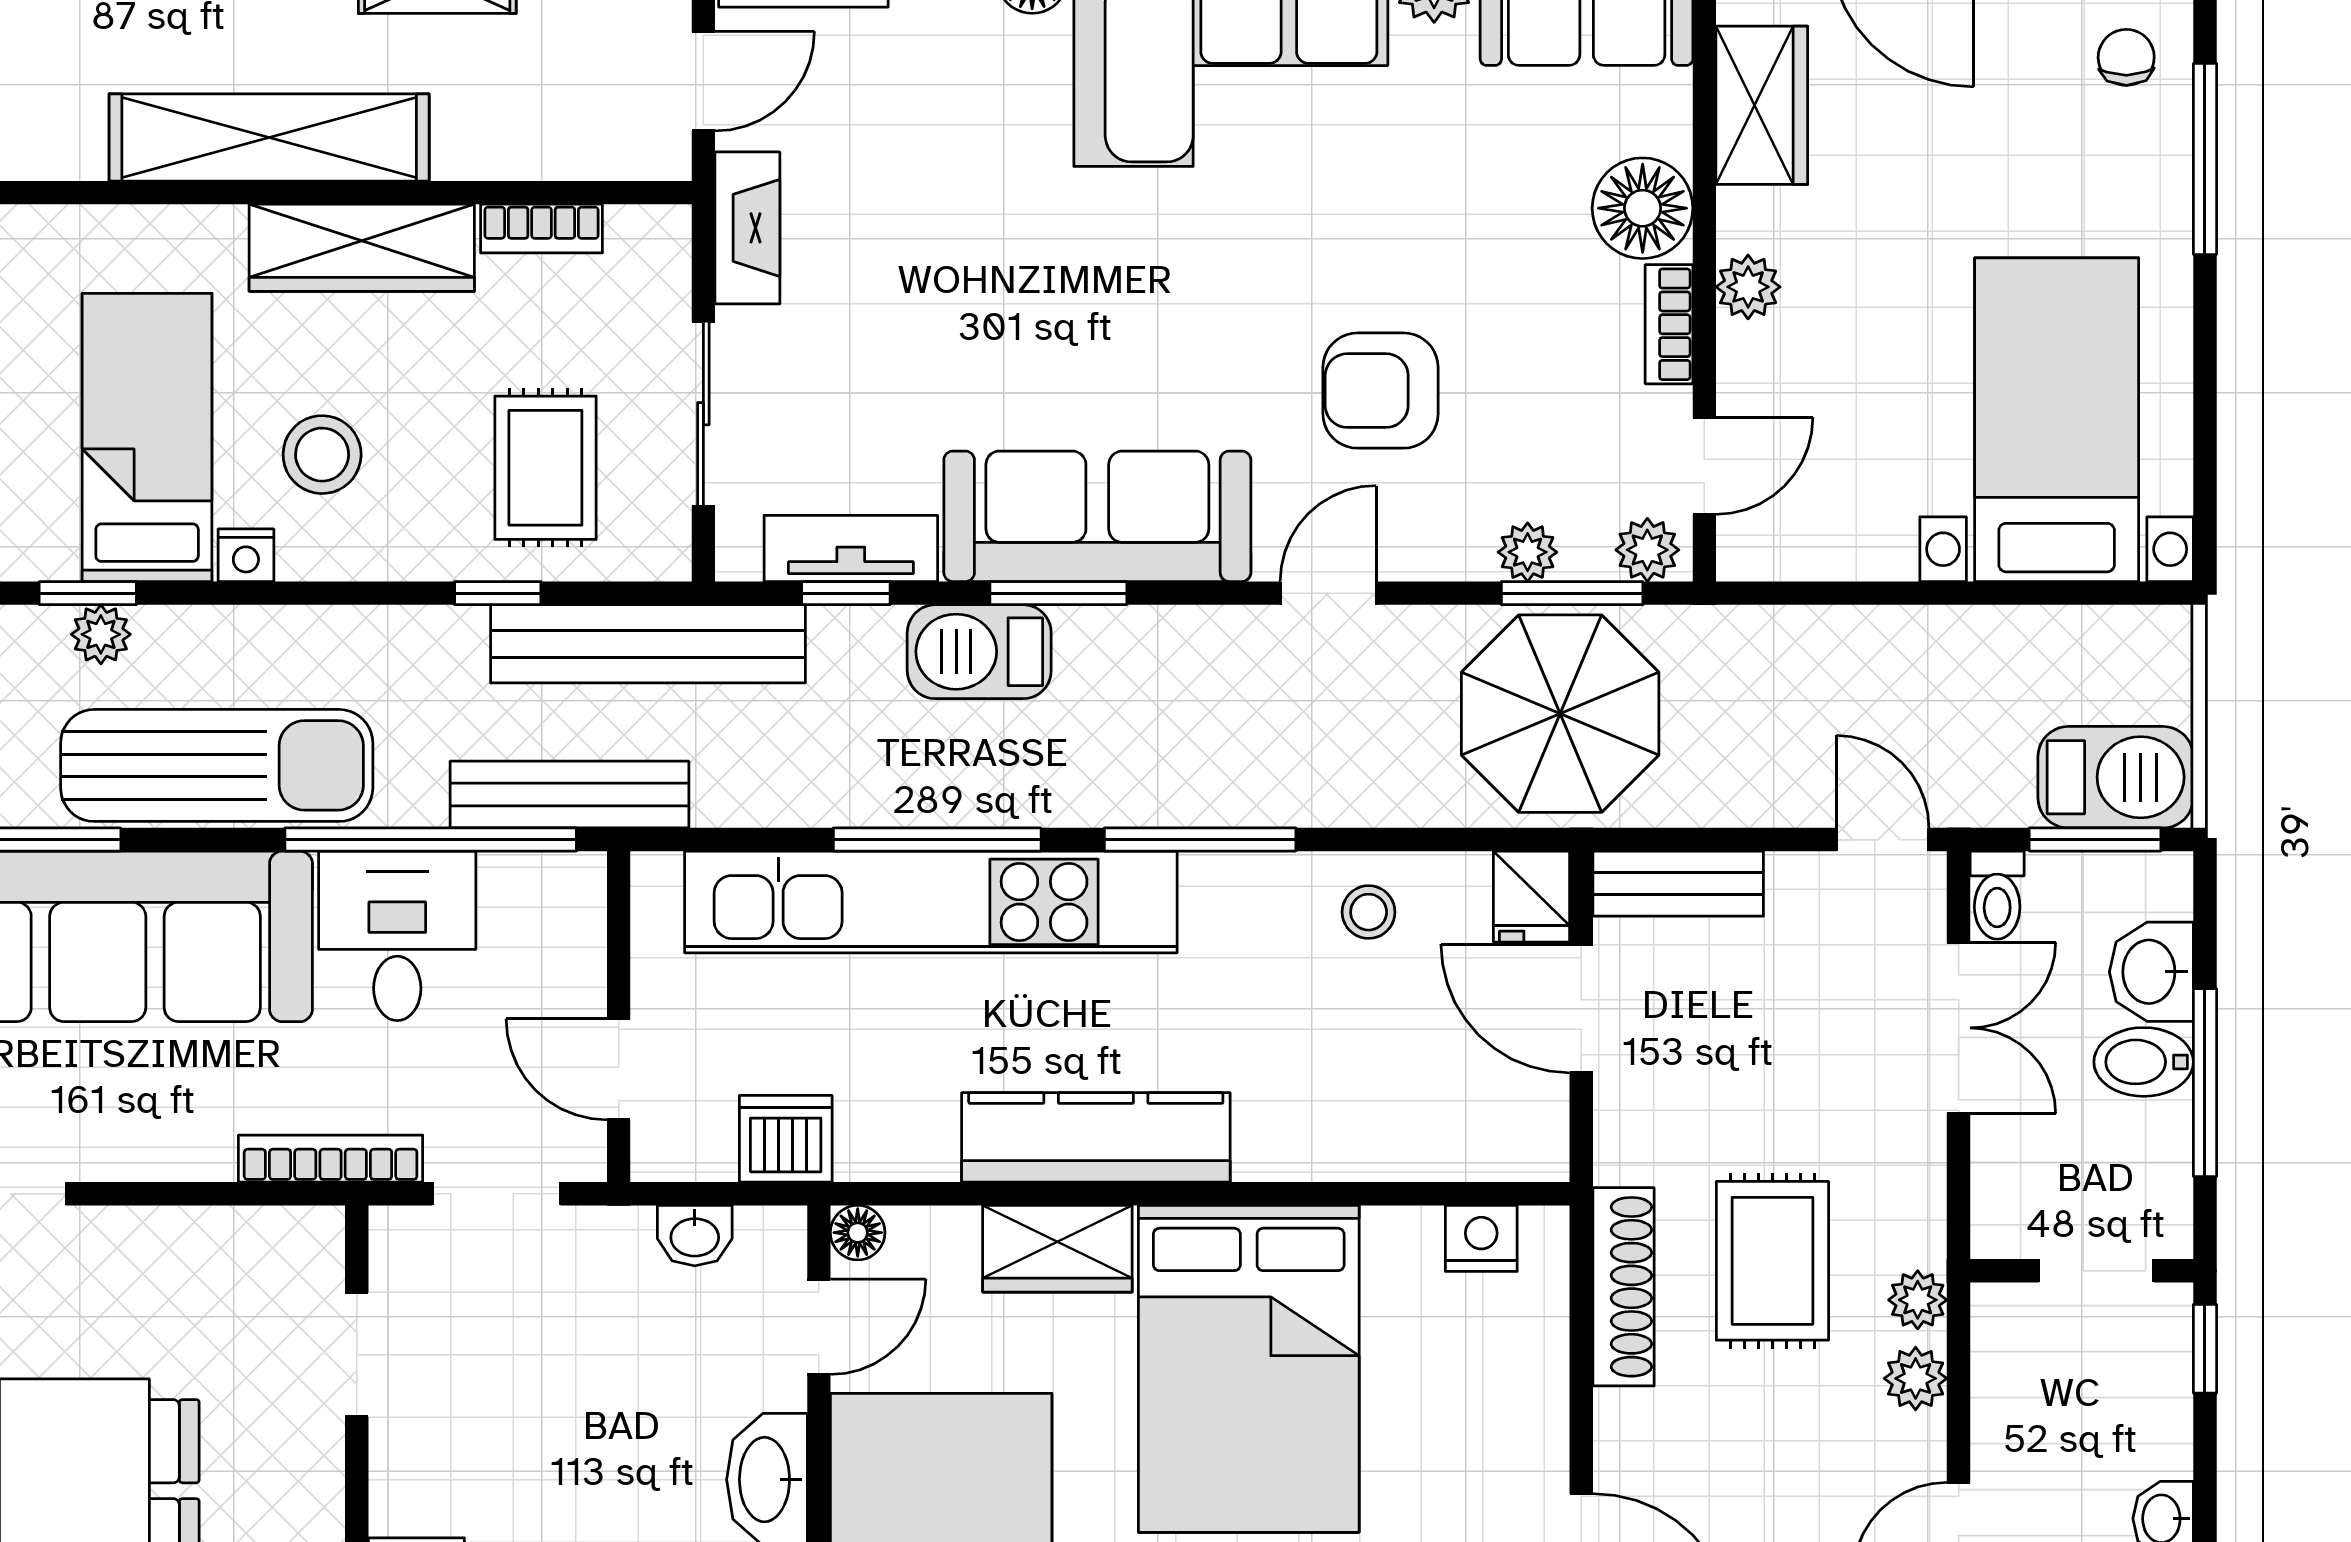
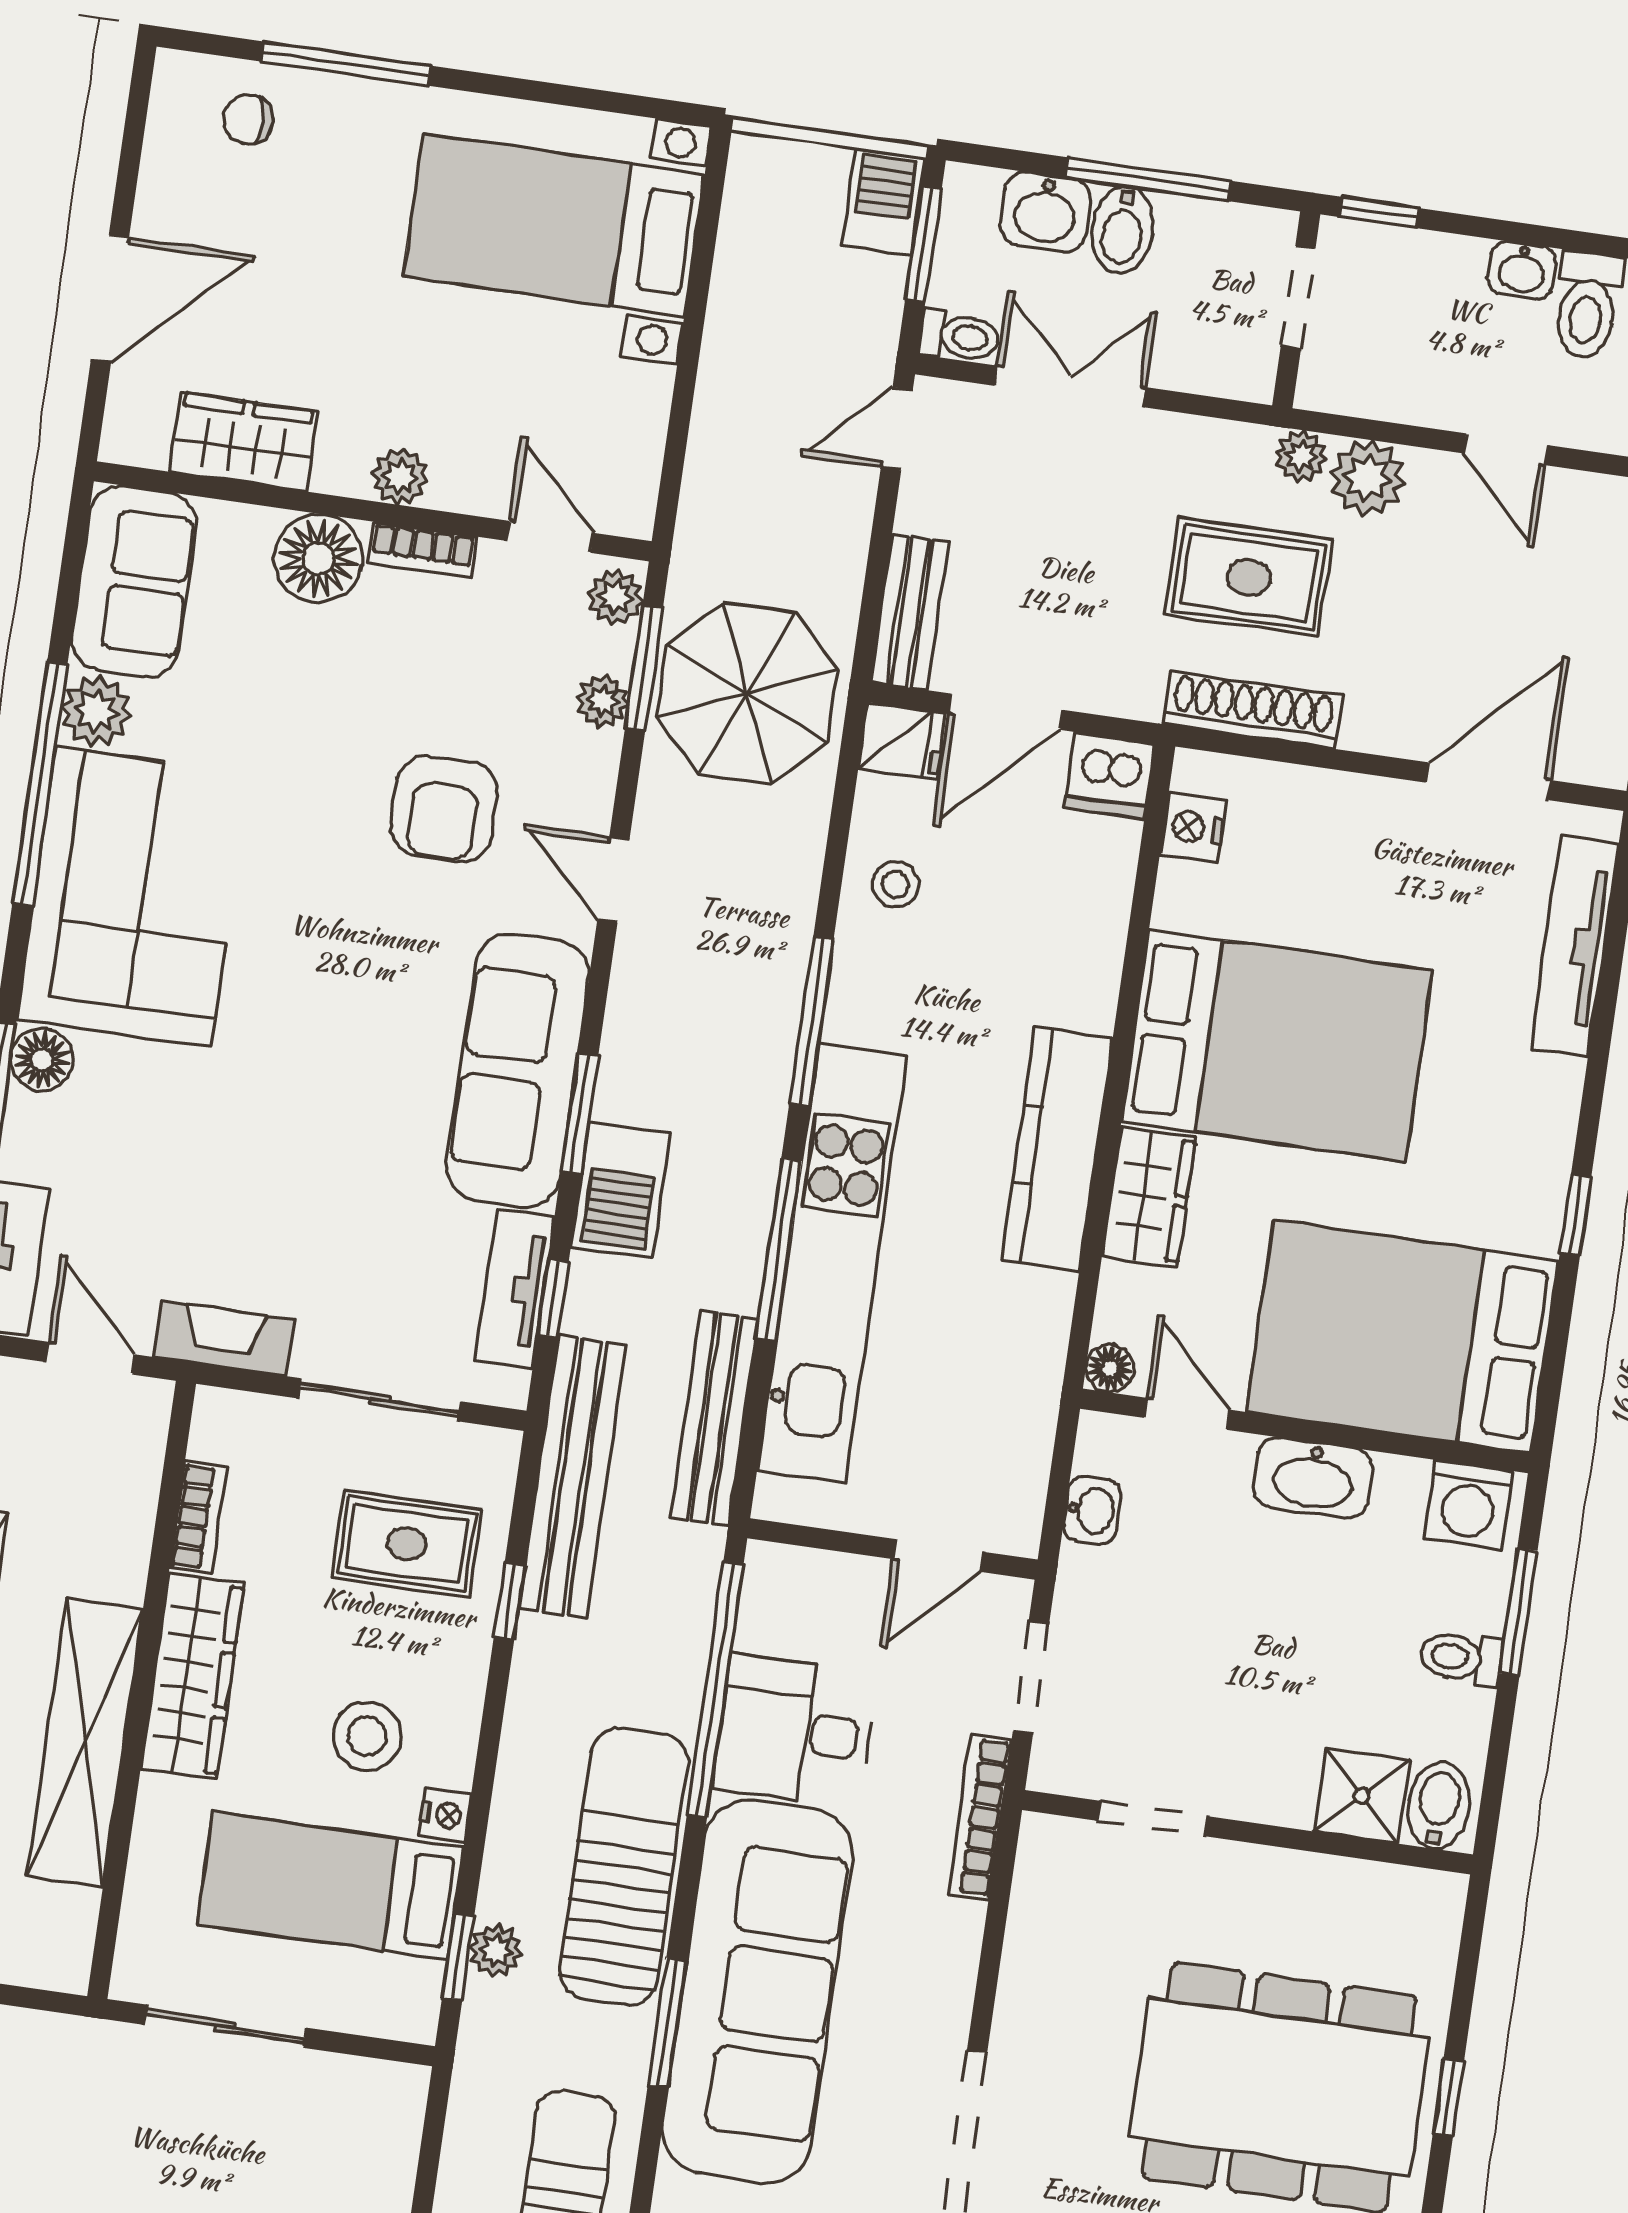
barbecue: (2116, 777) -> (884, 201), width x0.73, depth x0.79
bench: (569, 795) -> (714, 1418), moved
dishwasher: (786, 1139) -> (1110, 775), moved, turned -90
plant: (1916, 1378) -> (1368, 478), width x1.38, depth x1.38

